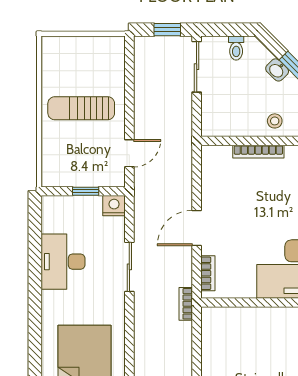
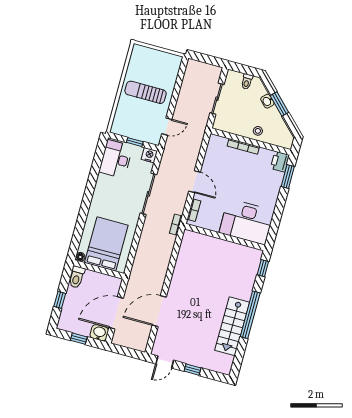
window: (167, 30) -> (209, 60), removed
sliding door: (197, 67) -> (217, 99), moved
door: (197, 228) -> (194, 182), swing flipped
desk: (63, 262) -> (116, 159), moved
sliding door: (129, 267) -> (149, 194), width x1.37

